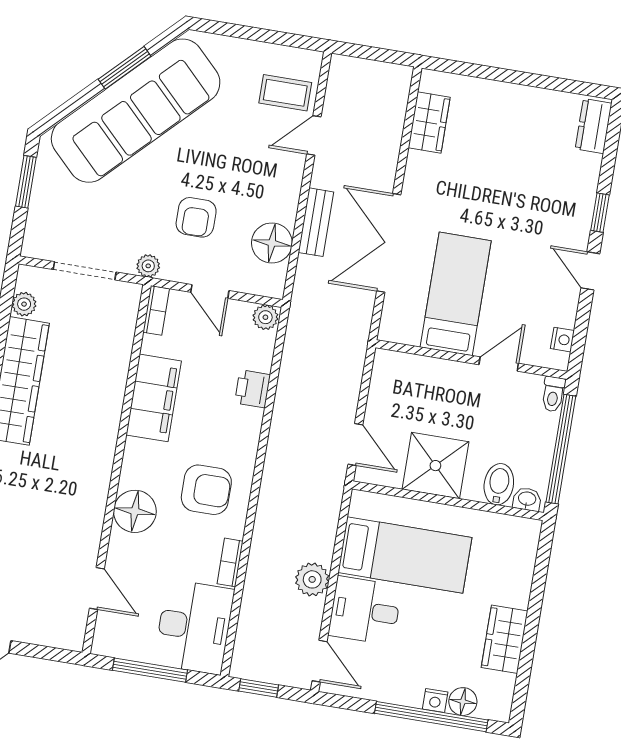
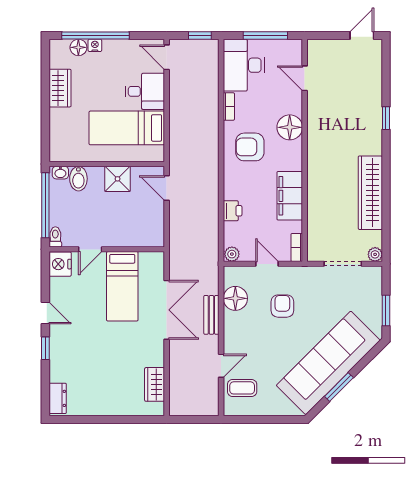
plant: (148, 266) -> (306, 273), removed
plant: (24, 304) -> (375, 254), moved
nightstand: (562, 340) -> (60, 264), width x1.89, depth x1.79
shower: (435, 466) -> (118, 179), width x0.73, depth x0.73
plant: (312, 579) -> (179, 105), removed

